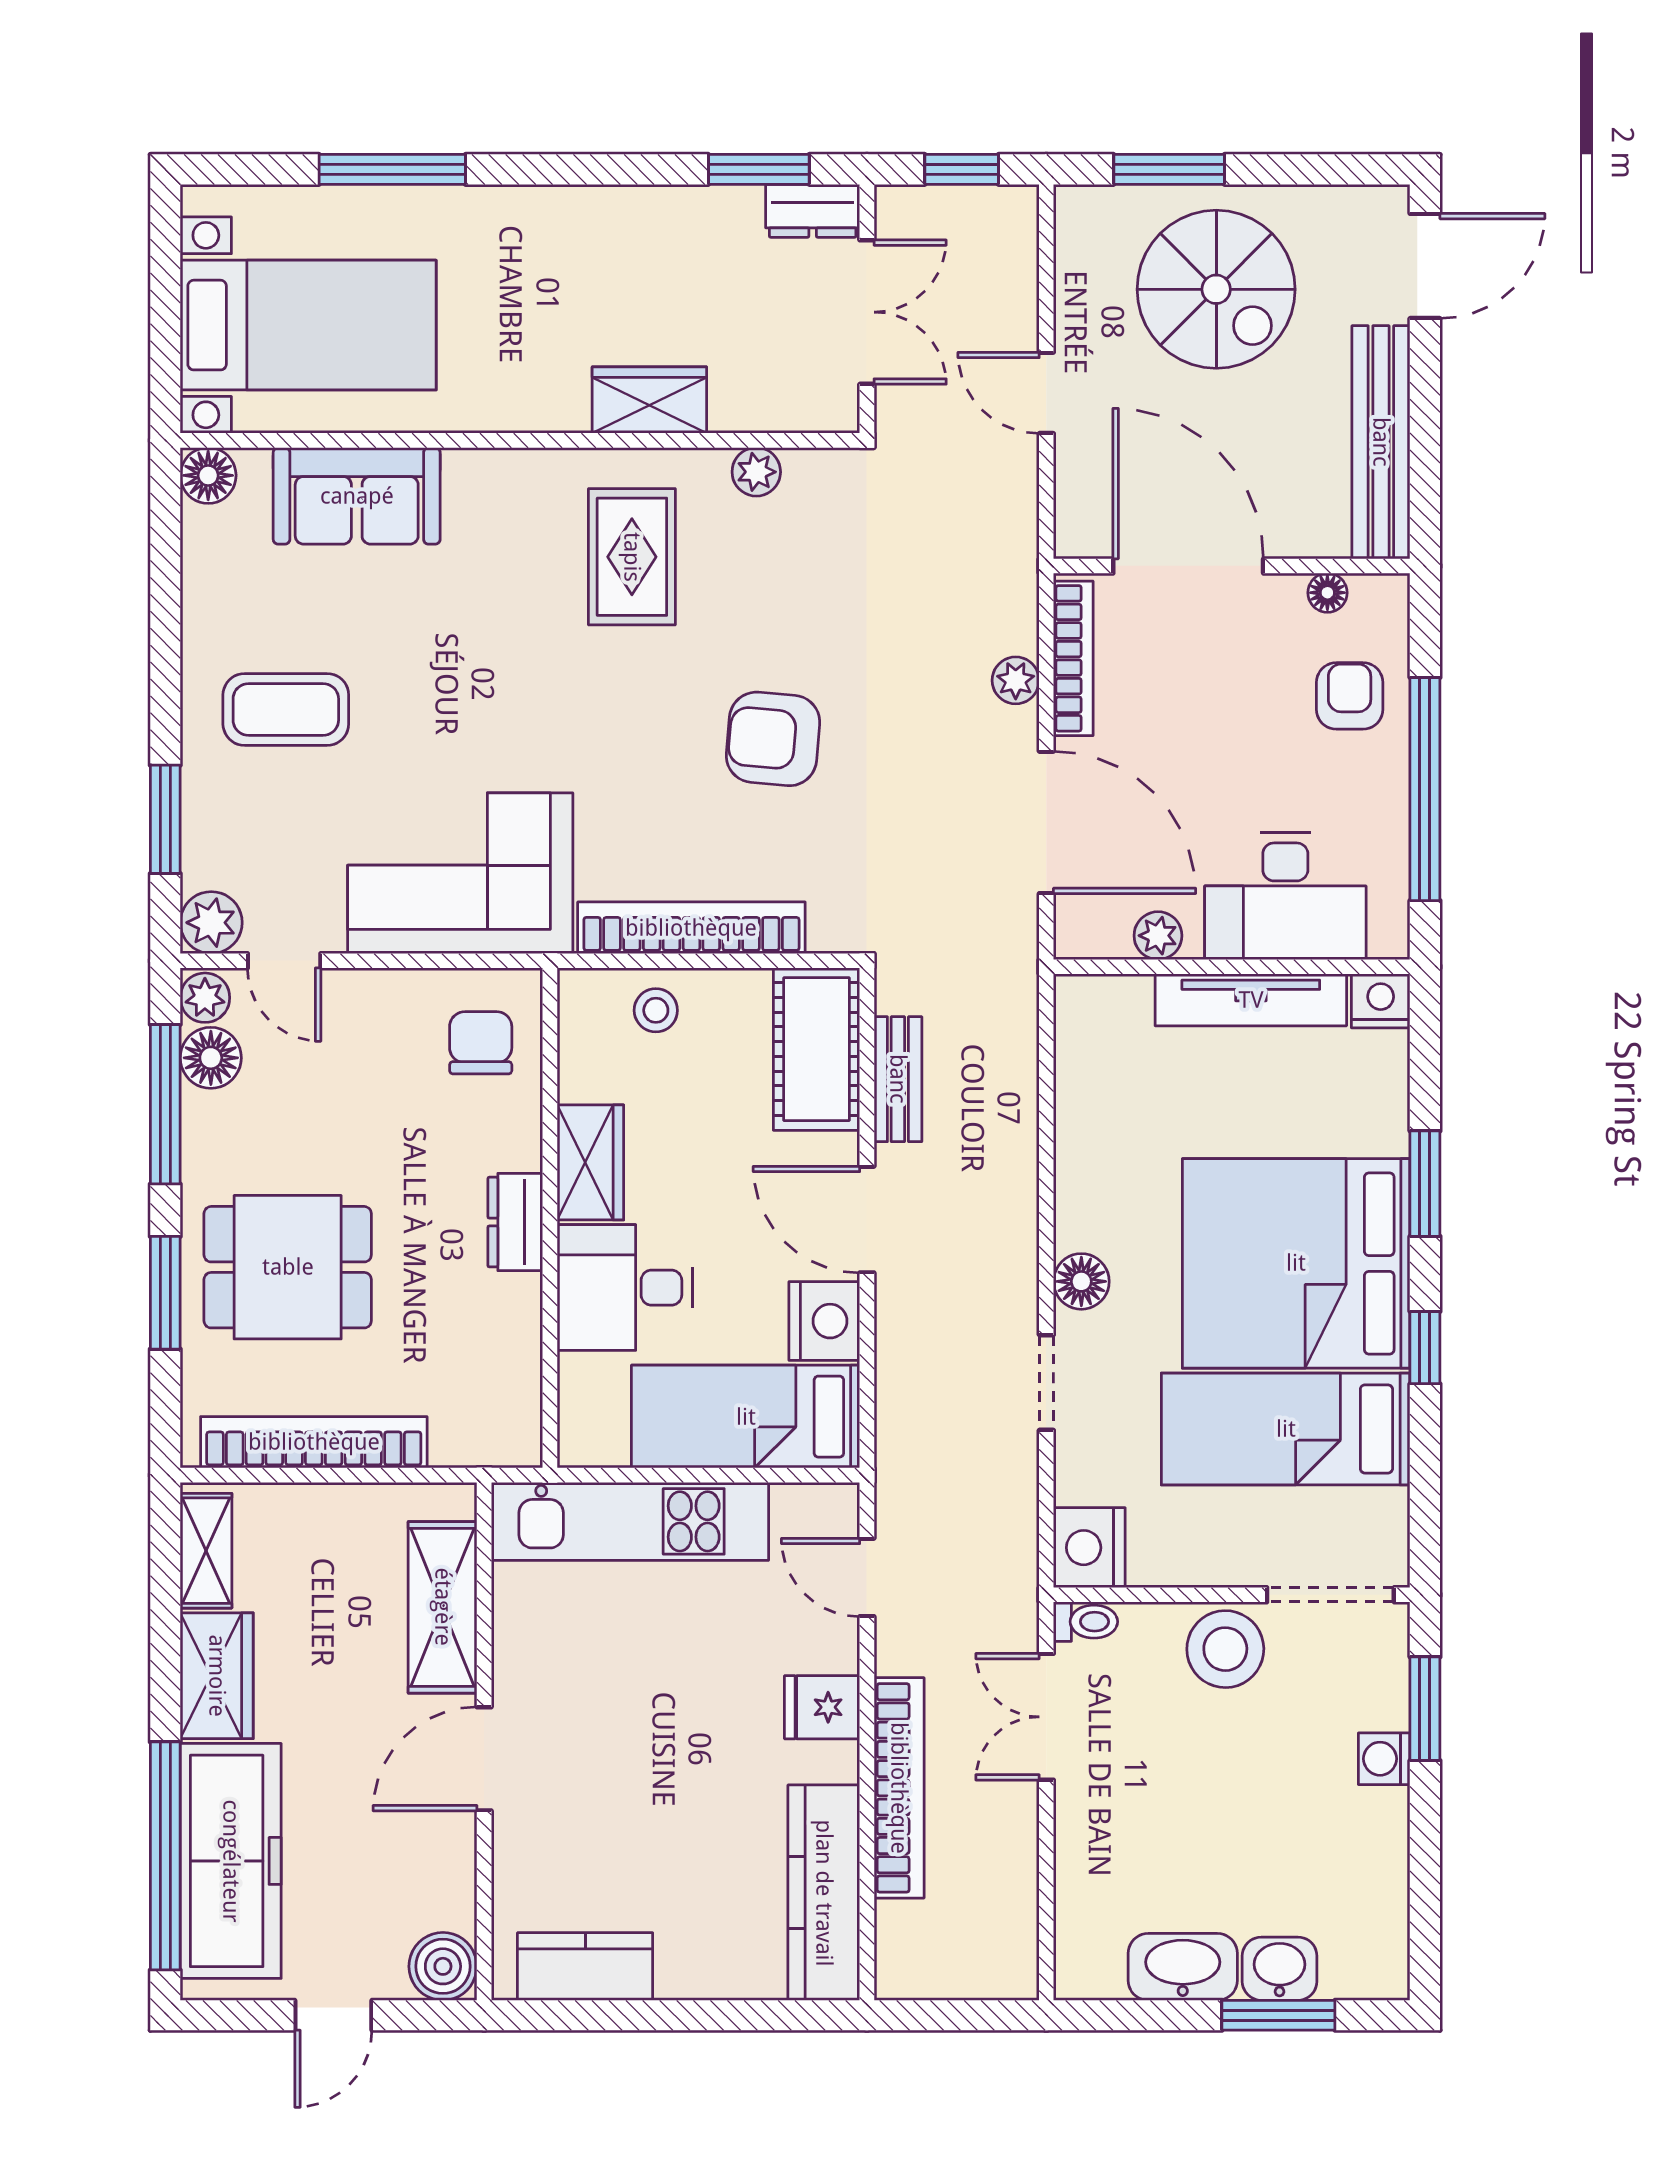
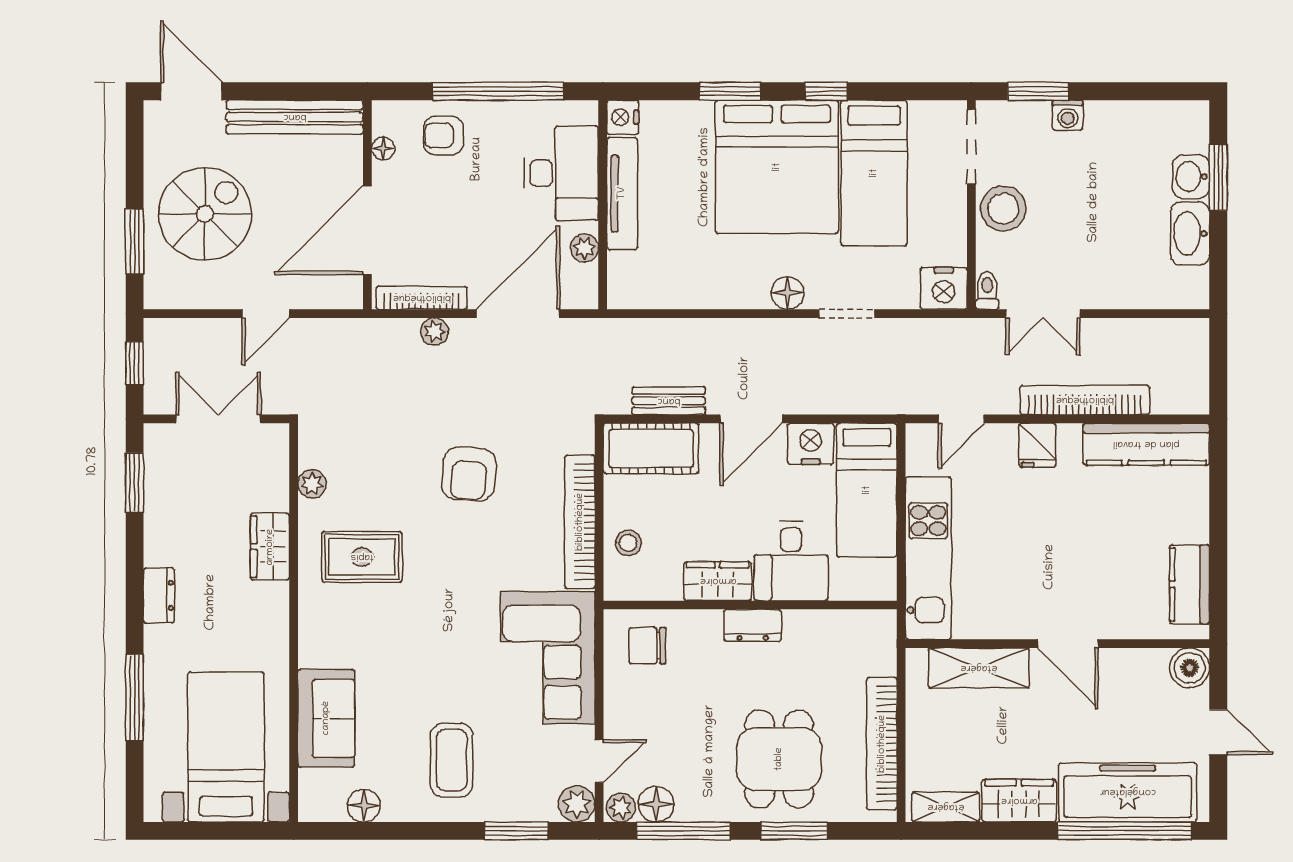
dresser: (813, 211) -> (159, 595), moved
floor lamp: (208, 475) -> (364, 806), moved

